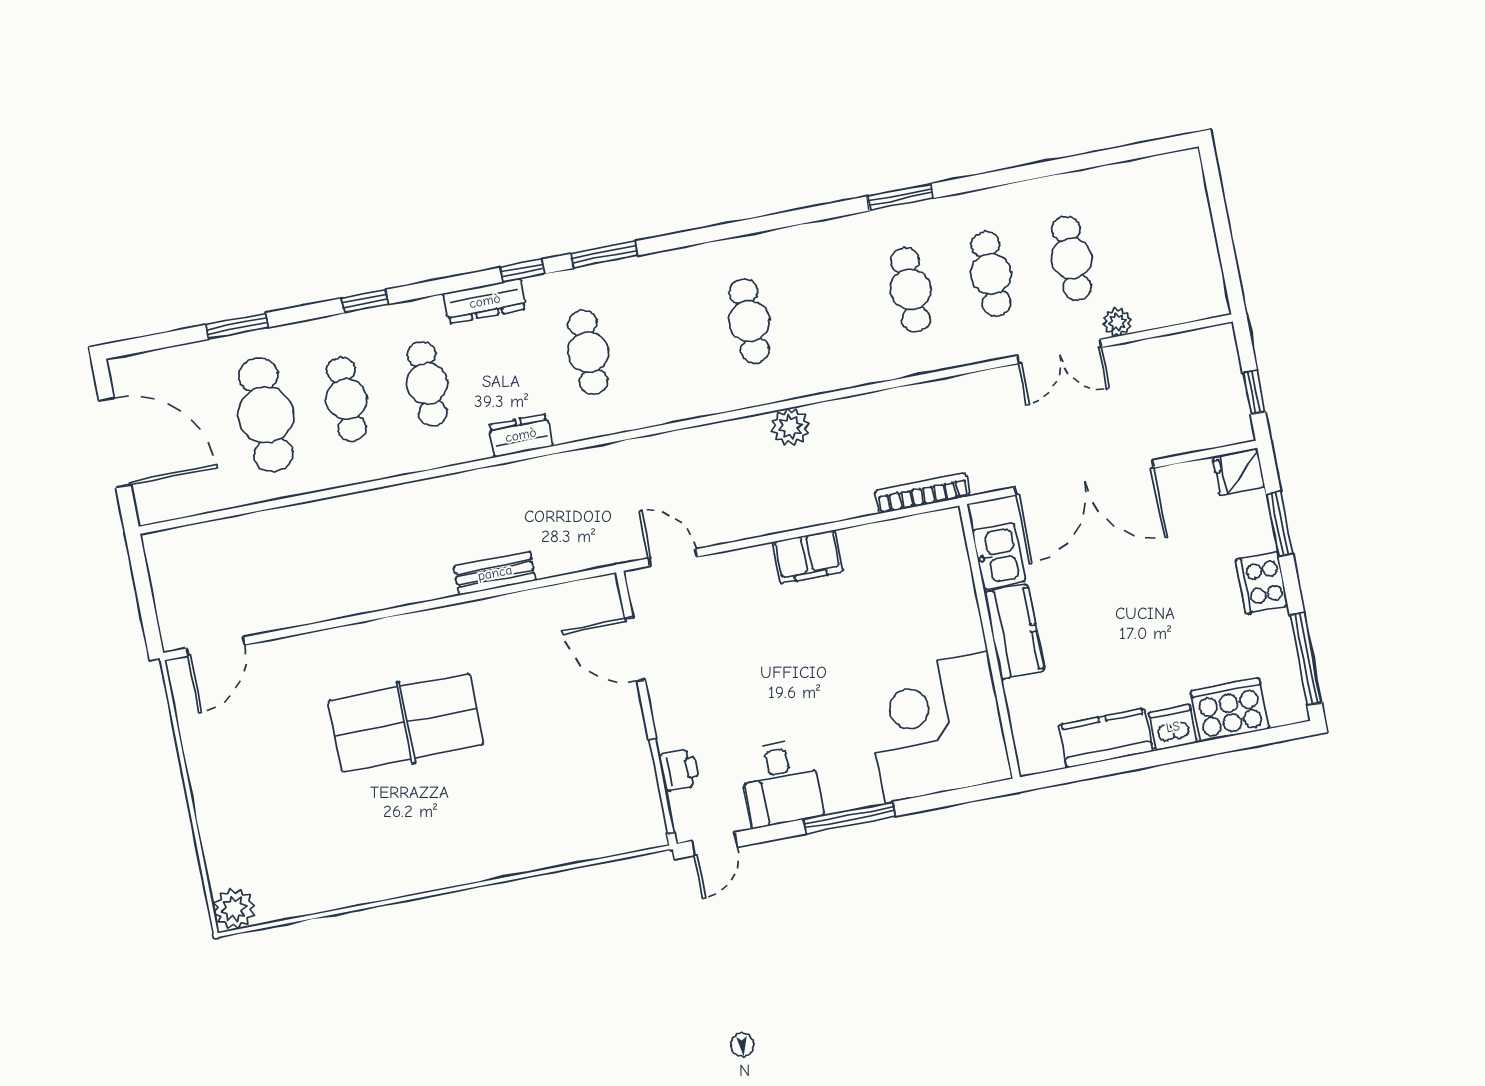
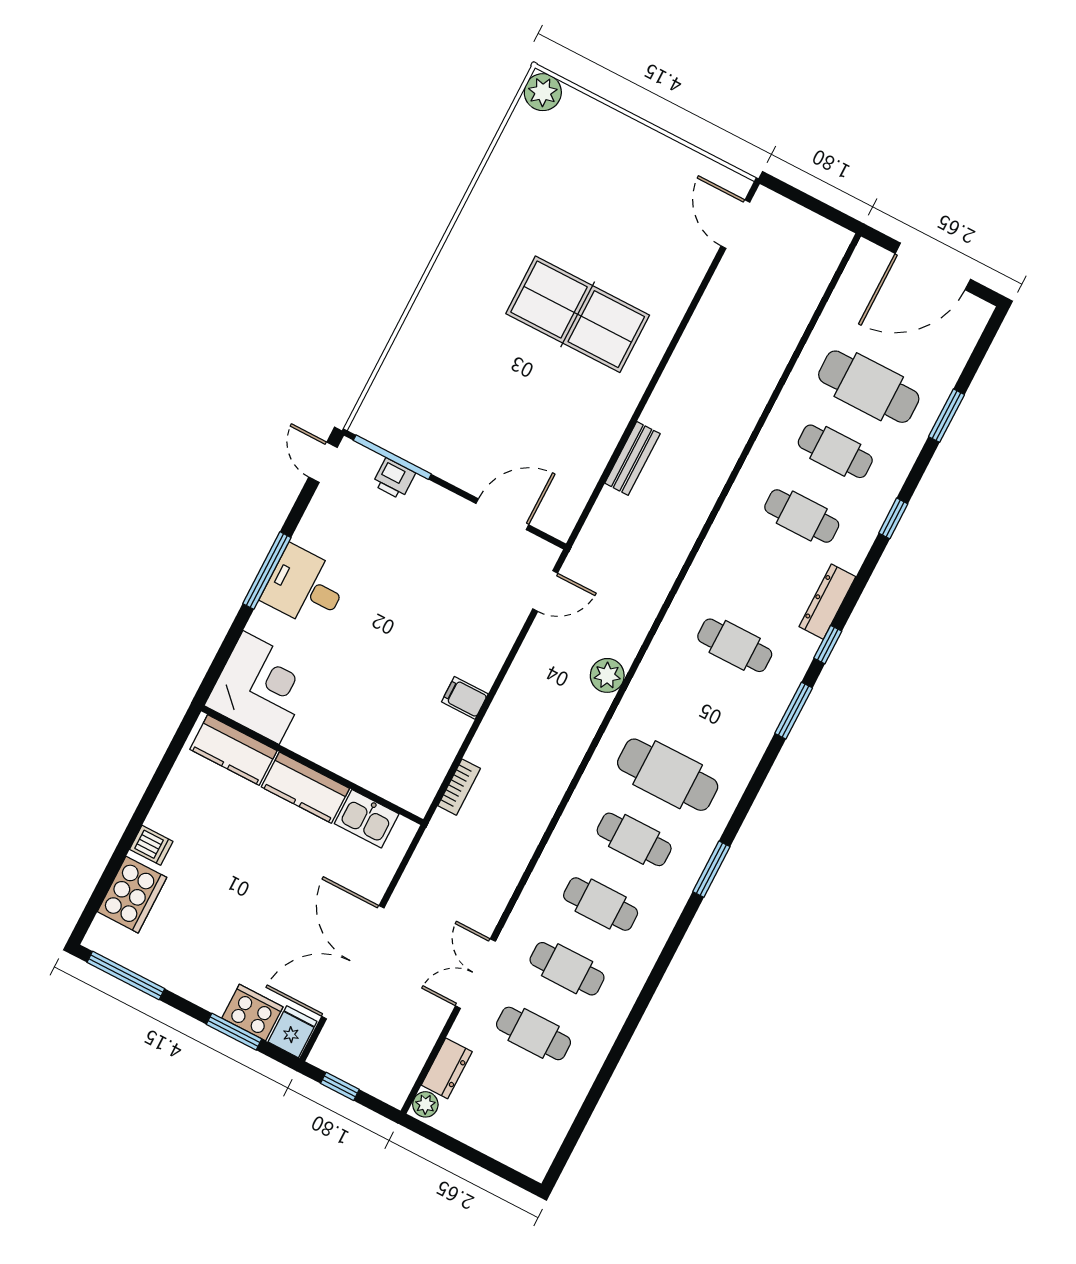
window: (900, 197) -> (711, 869), moved
cafe table: (830, 305) -> (634, 839), added
cafe table: (749, 321) -> (668, 775), width x1.37, depth x1.35
plant: (1117, 322) -> (425, 1104), moved
plant: (790, 427) -> (607, 675), moved
dresser: (521, 435) -> (447, 1068), moved
double door: (1084, 478) -> (353, 962), moved
bookcase: (923, 493) -> (459, 787), width x0.64
filing cabinet: (808, 557) -> (465, 698), width x0.50
cooker: (1262, 583) -> (252, 1012), moved
table tennis table: (406, 723) -> (578, 314), turned 90
corner desk: (937, 727) -> (261, 688), width x0.74, depth x0.74
dishwasher: (1173, 727) -> (151, 845), width x0.73
kitchen counter: (1106, 738) -> (233, 750), moved, turned 90
desk: (781, 783) -> (305, 587), moved

